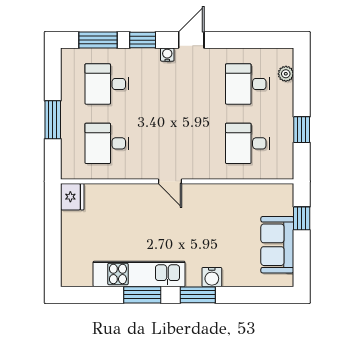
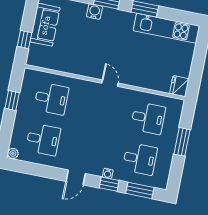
water cooler: (167, 55) -> (108, 173), moved
plant: (286, 74) -> (13, 153), moved
kitchen unit: (139, 274) -> (166, 28), moved

